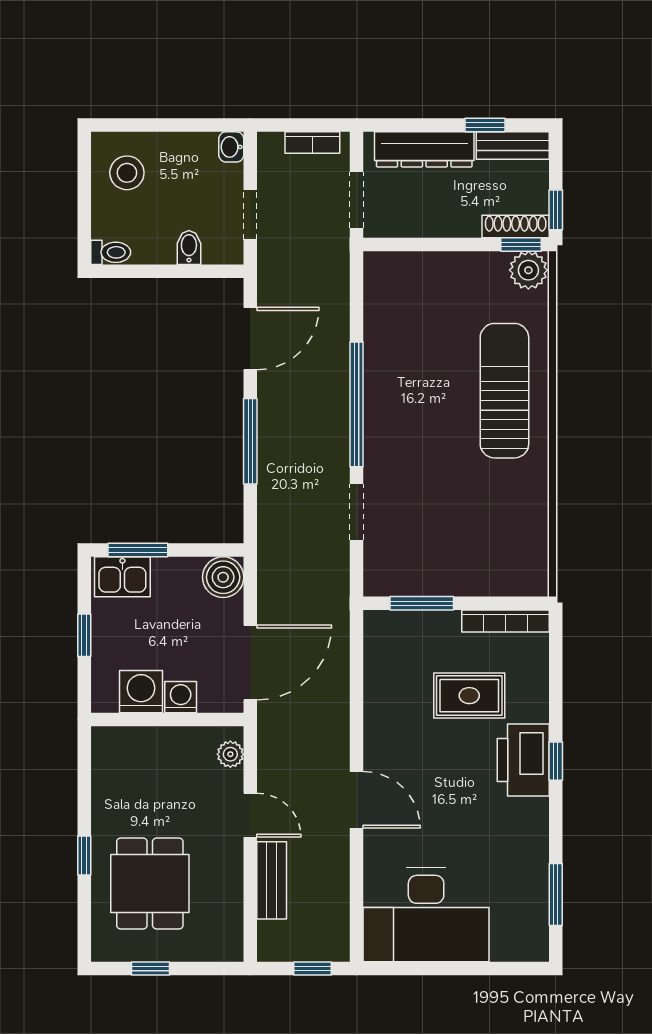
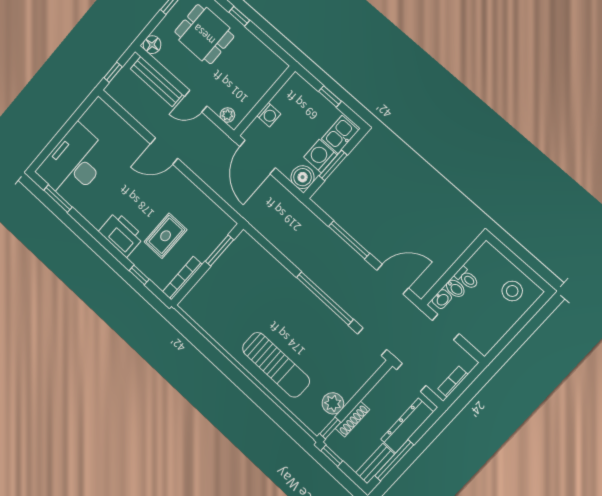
window: (485, 125) -> (394, 460), width x2.17
washbasin: (231, 147) -> (442, 299), moved, turned 90
shoe rack: (516, 227) -> (352, 419), moved
toilet: (111, 252) -> (467, 278), moved, turned -90
plant: (528, 270) -> (333, 403), moved
door: (250, 339) -> (393, 279), swing flipped
doorway: (357, 512) -> (372, 342), moved
window: (138, 550) -> (333, 165), moved
washing machine: (141, 692) -> (320, 156), moved, turned 180
window: (556, 761) -> (139, 275), moved
bench: (272, 880) -> (156, 82), width x1.36
desk: (426, 915) -> (74, 163), moved
floor lamp: (227, 945) -> (152, 45), added

